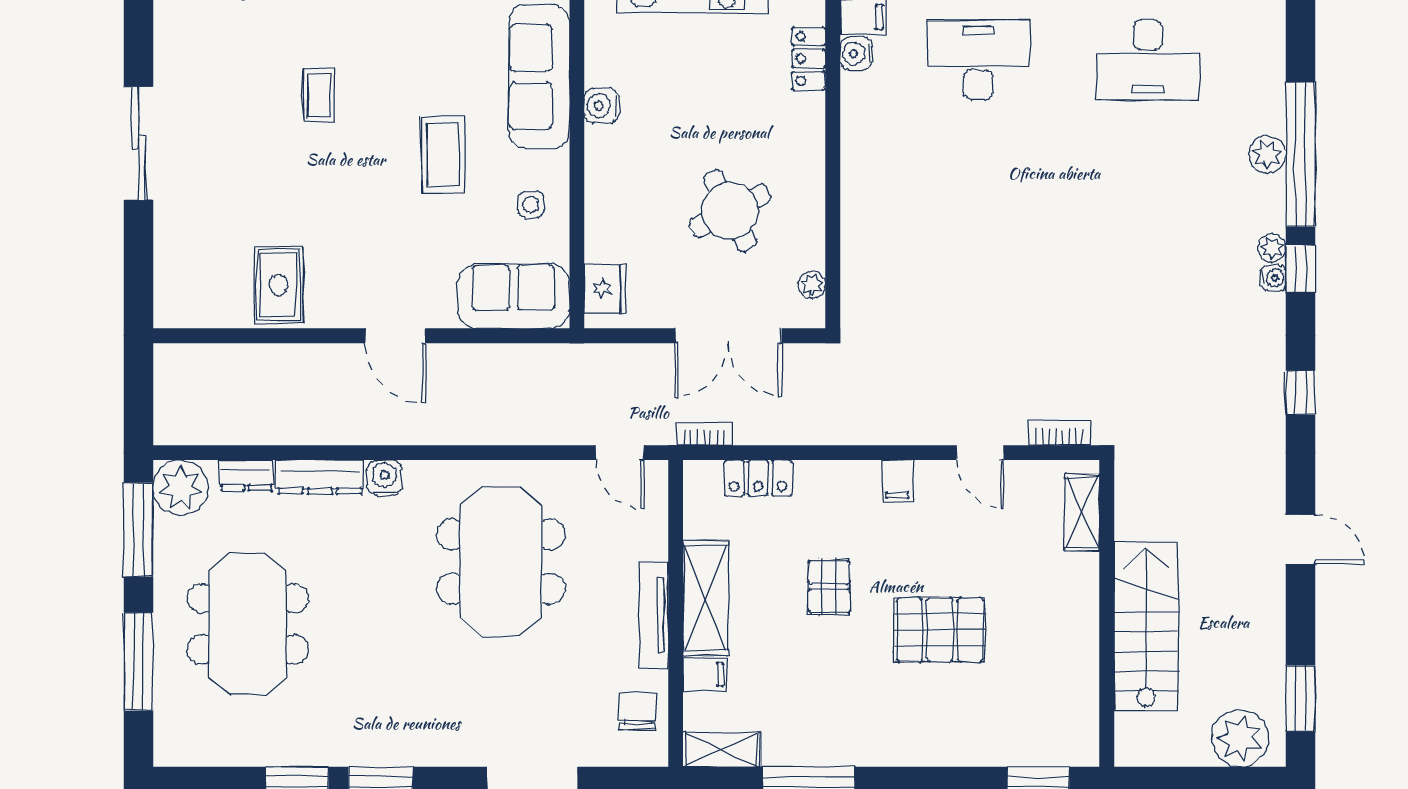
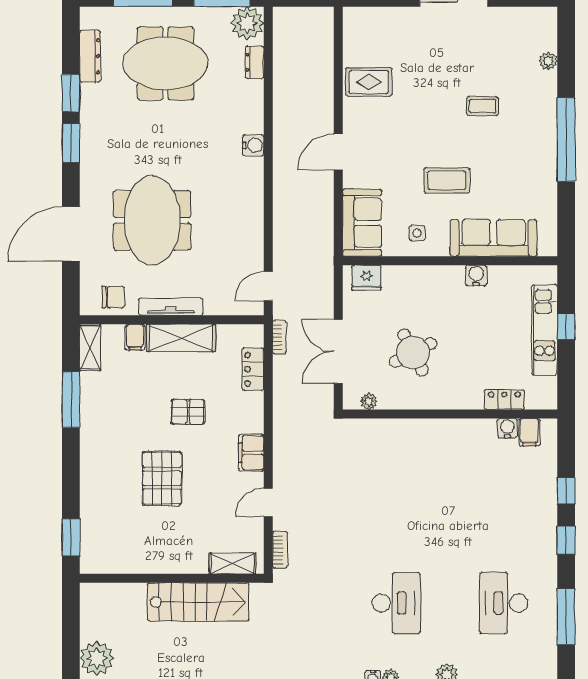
desk: (978, 60) -> (396, 603), moved
dresser: (320, 477) -> (90, 56), moved, turned 180
filing cabinet: (897, 481) -> (251, 453), width x2.00
meeting table: (501, 562) -> (152, 220), moved, turned 90
stairs: (1146, 626) -> (198, 602), moved

